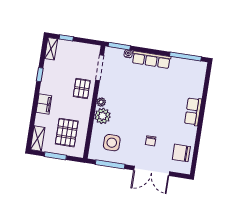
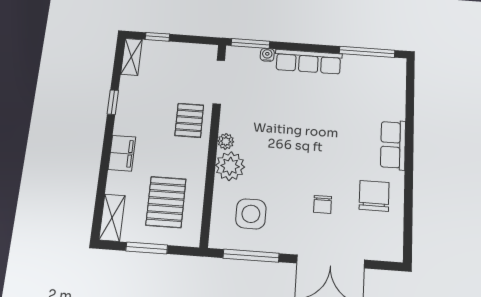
chair: (181, 153) -> (374, 196), moved, turned 90

